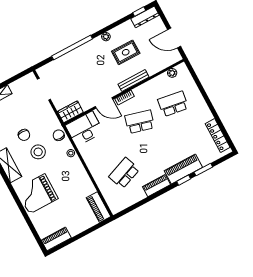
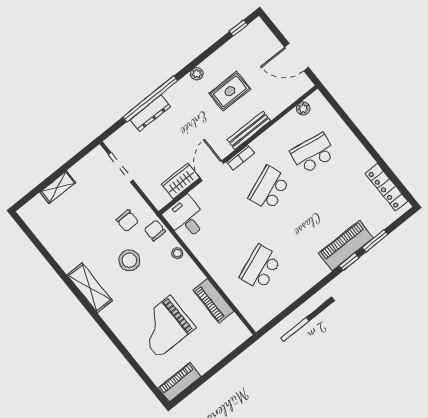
dresser: (145, 17) -> (150, 113), moved
door: (104, 103) -> (212, 171), swing flipped
wardrobe: (70, 112) -> (180, 181), moved
school desk: (140, 122) -> (269, 189), turned -36
desk: (84, 129) -> (186, 218), width x0.73
chair: (24, 135) -> (127, 221), moved
piano: (156, 186) -> (311, 277), removed
grand piano: (37, 194) -> (164, 326), moved
piano: (98, 207) -> (213, 301), moved

